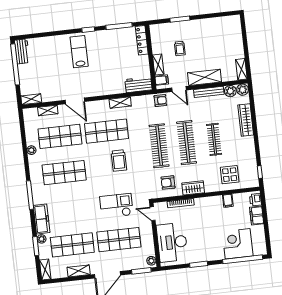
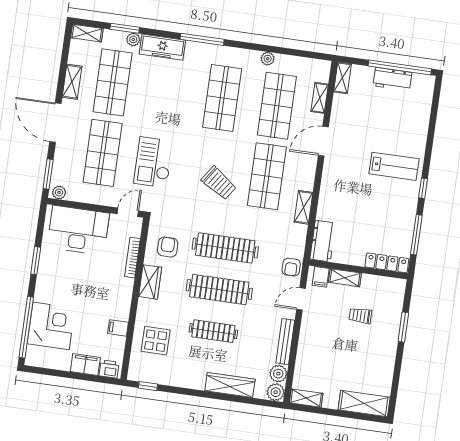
workbench: (22, 51) -> (392, 79), moved
shelving: (205, 77) -> (364, 404), moved, turned 90
trolley: (119, 161) -> (219, 183), turned -146
checkout: (116, 206) -> (153, 162), turned 180

